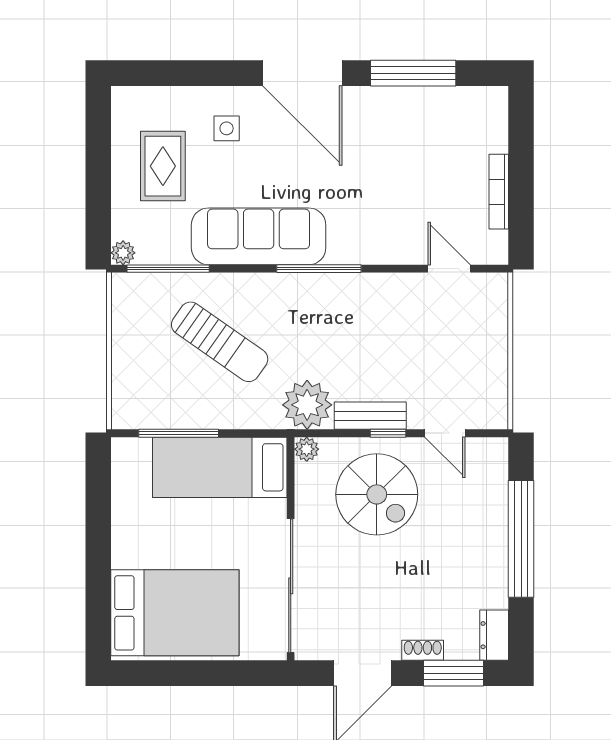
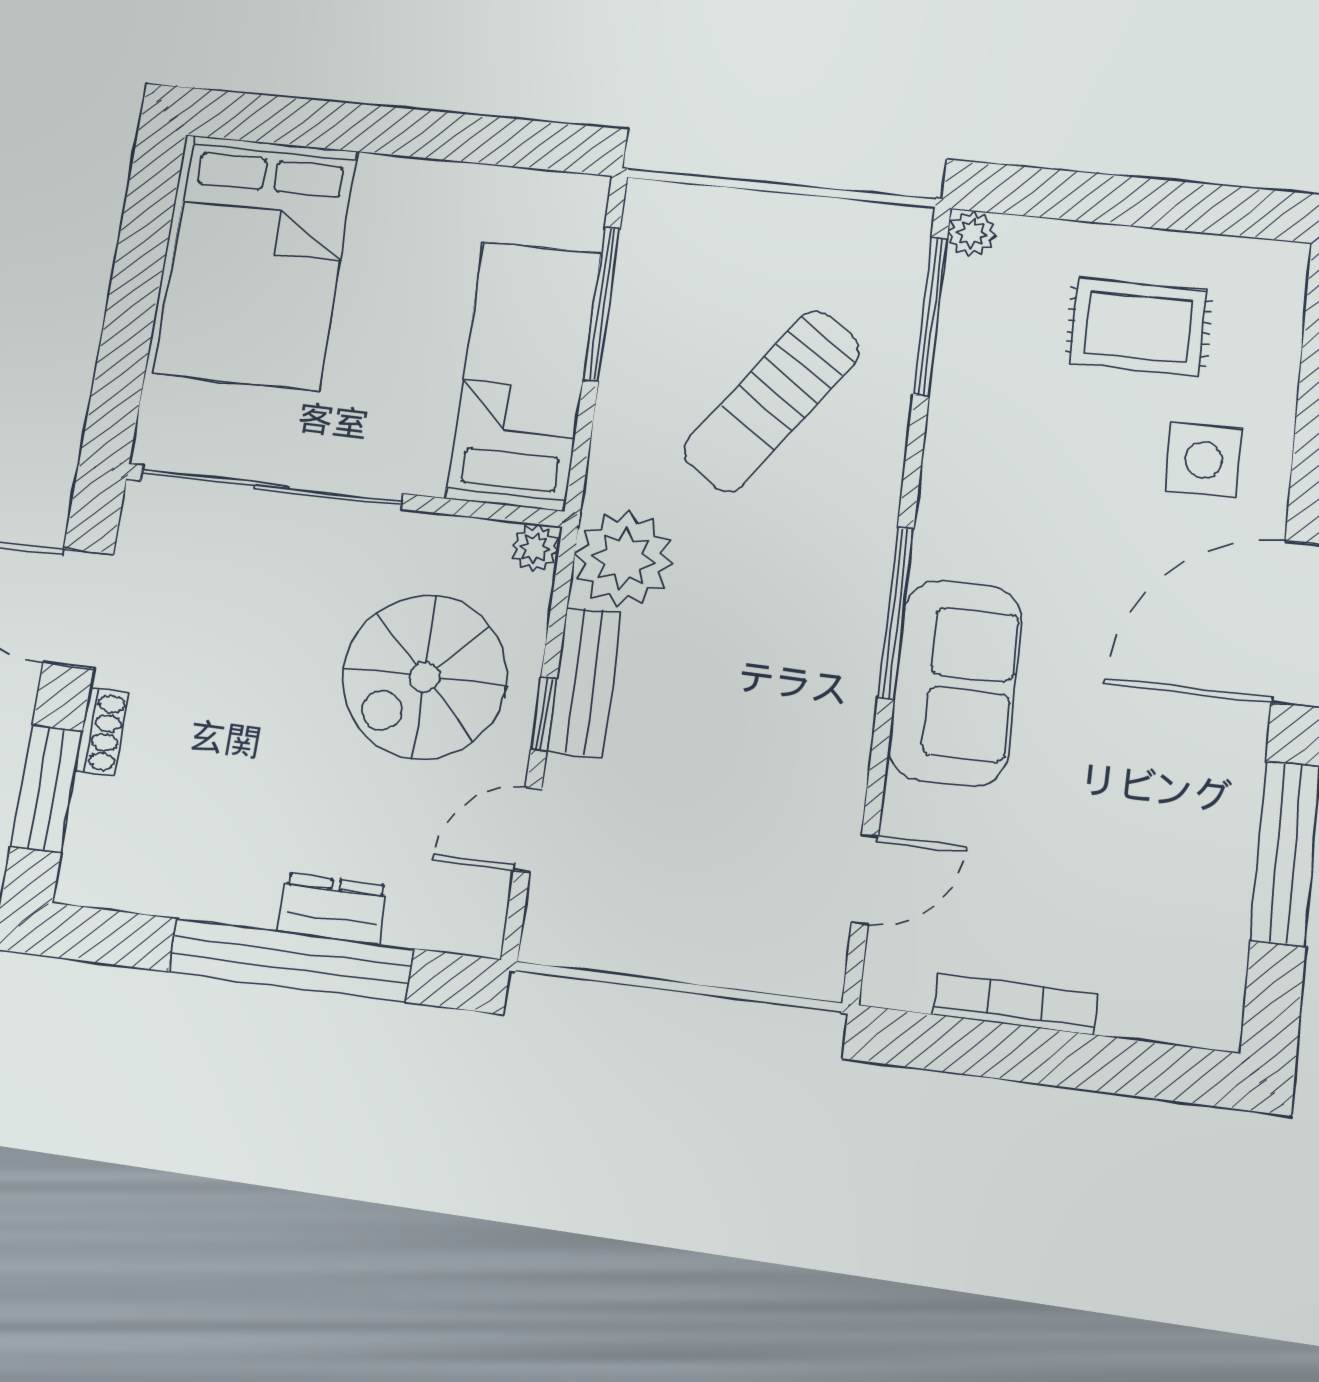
side table: (227, 128) -> (1204, 460), width x1.37, depth x1.37
sofa: (259, 236) -> (955, 683), moved, width x0.73
dresser: (494, 635) -> (332, 909), moved

